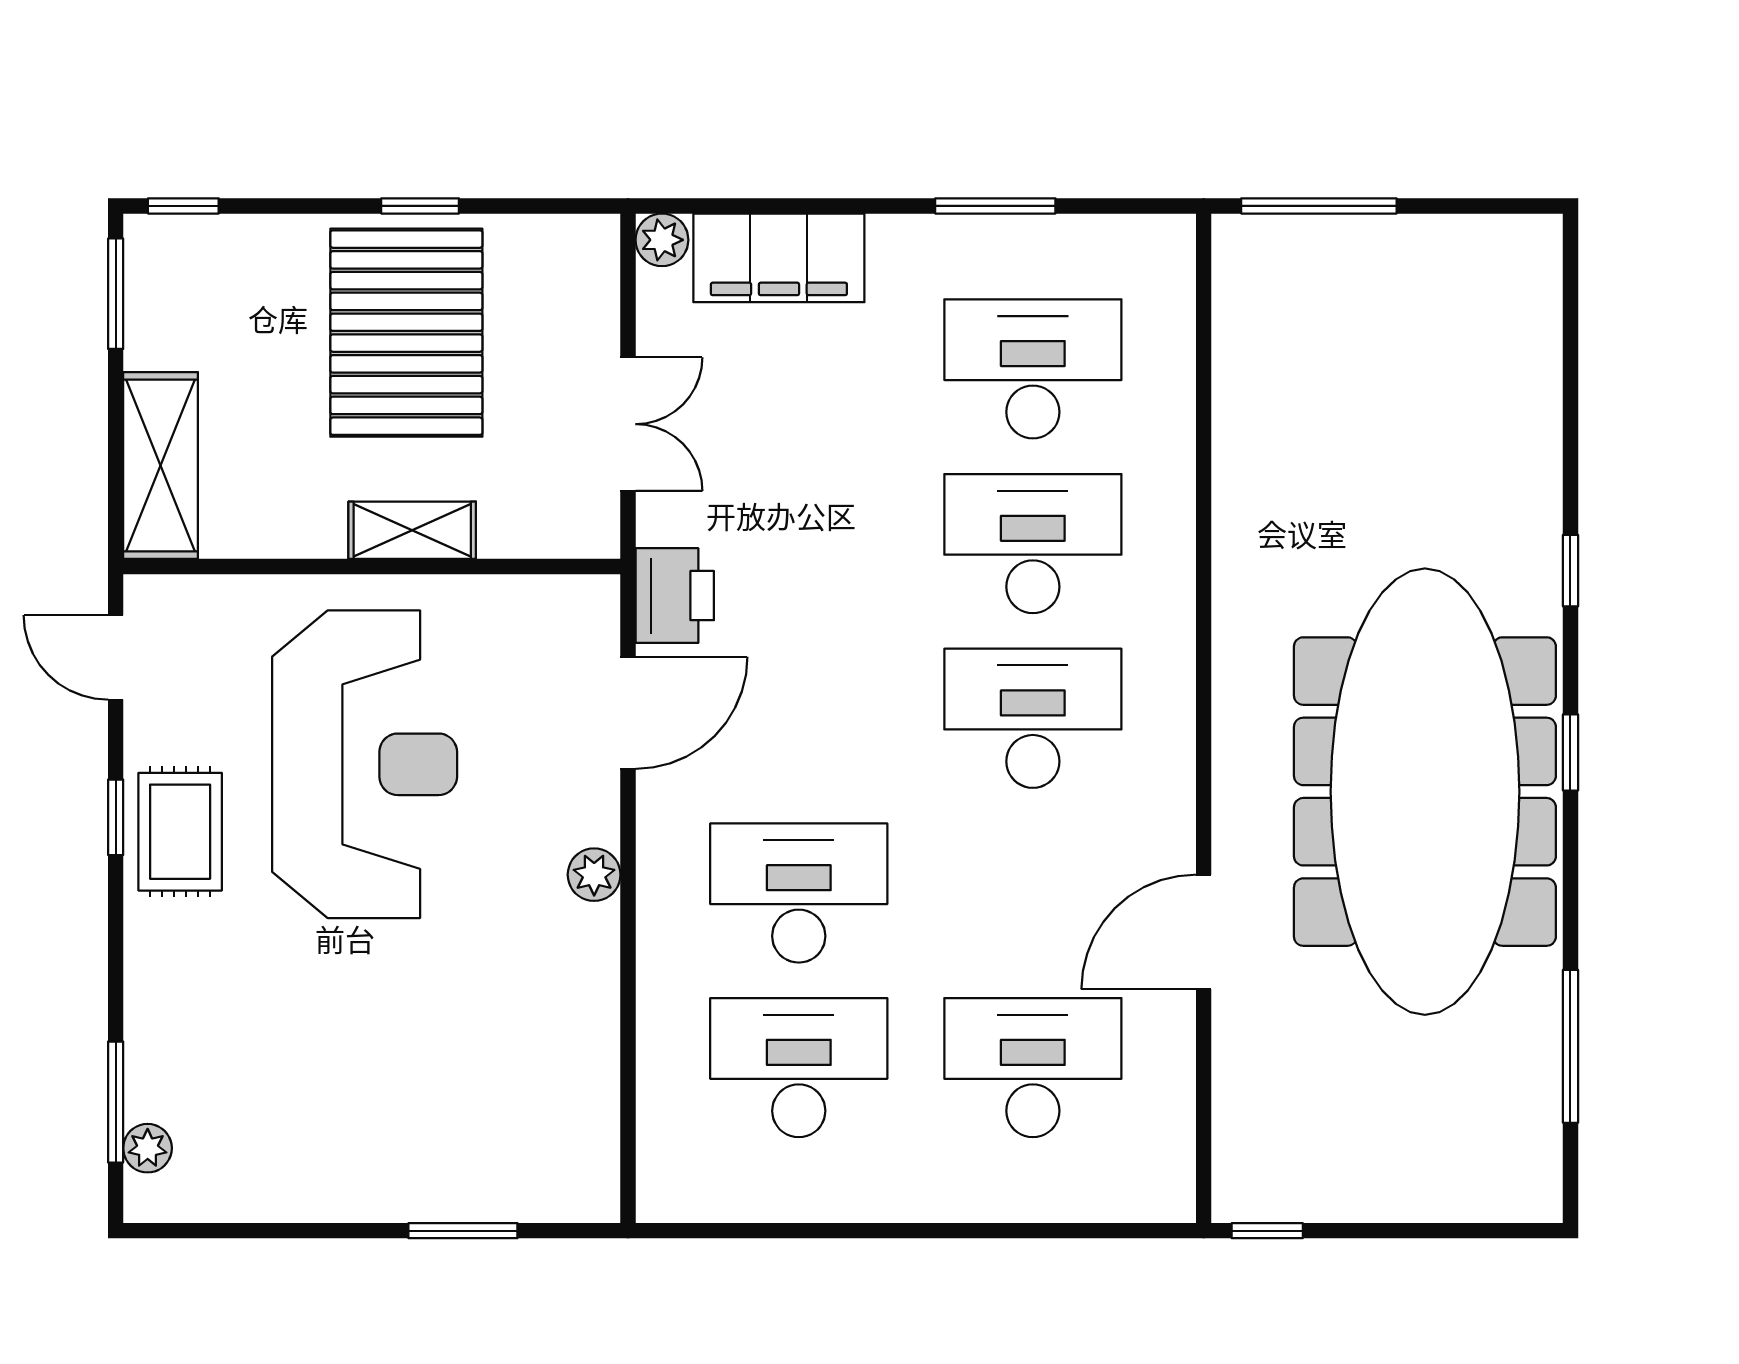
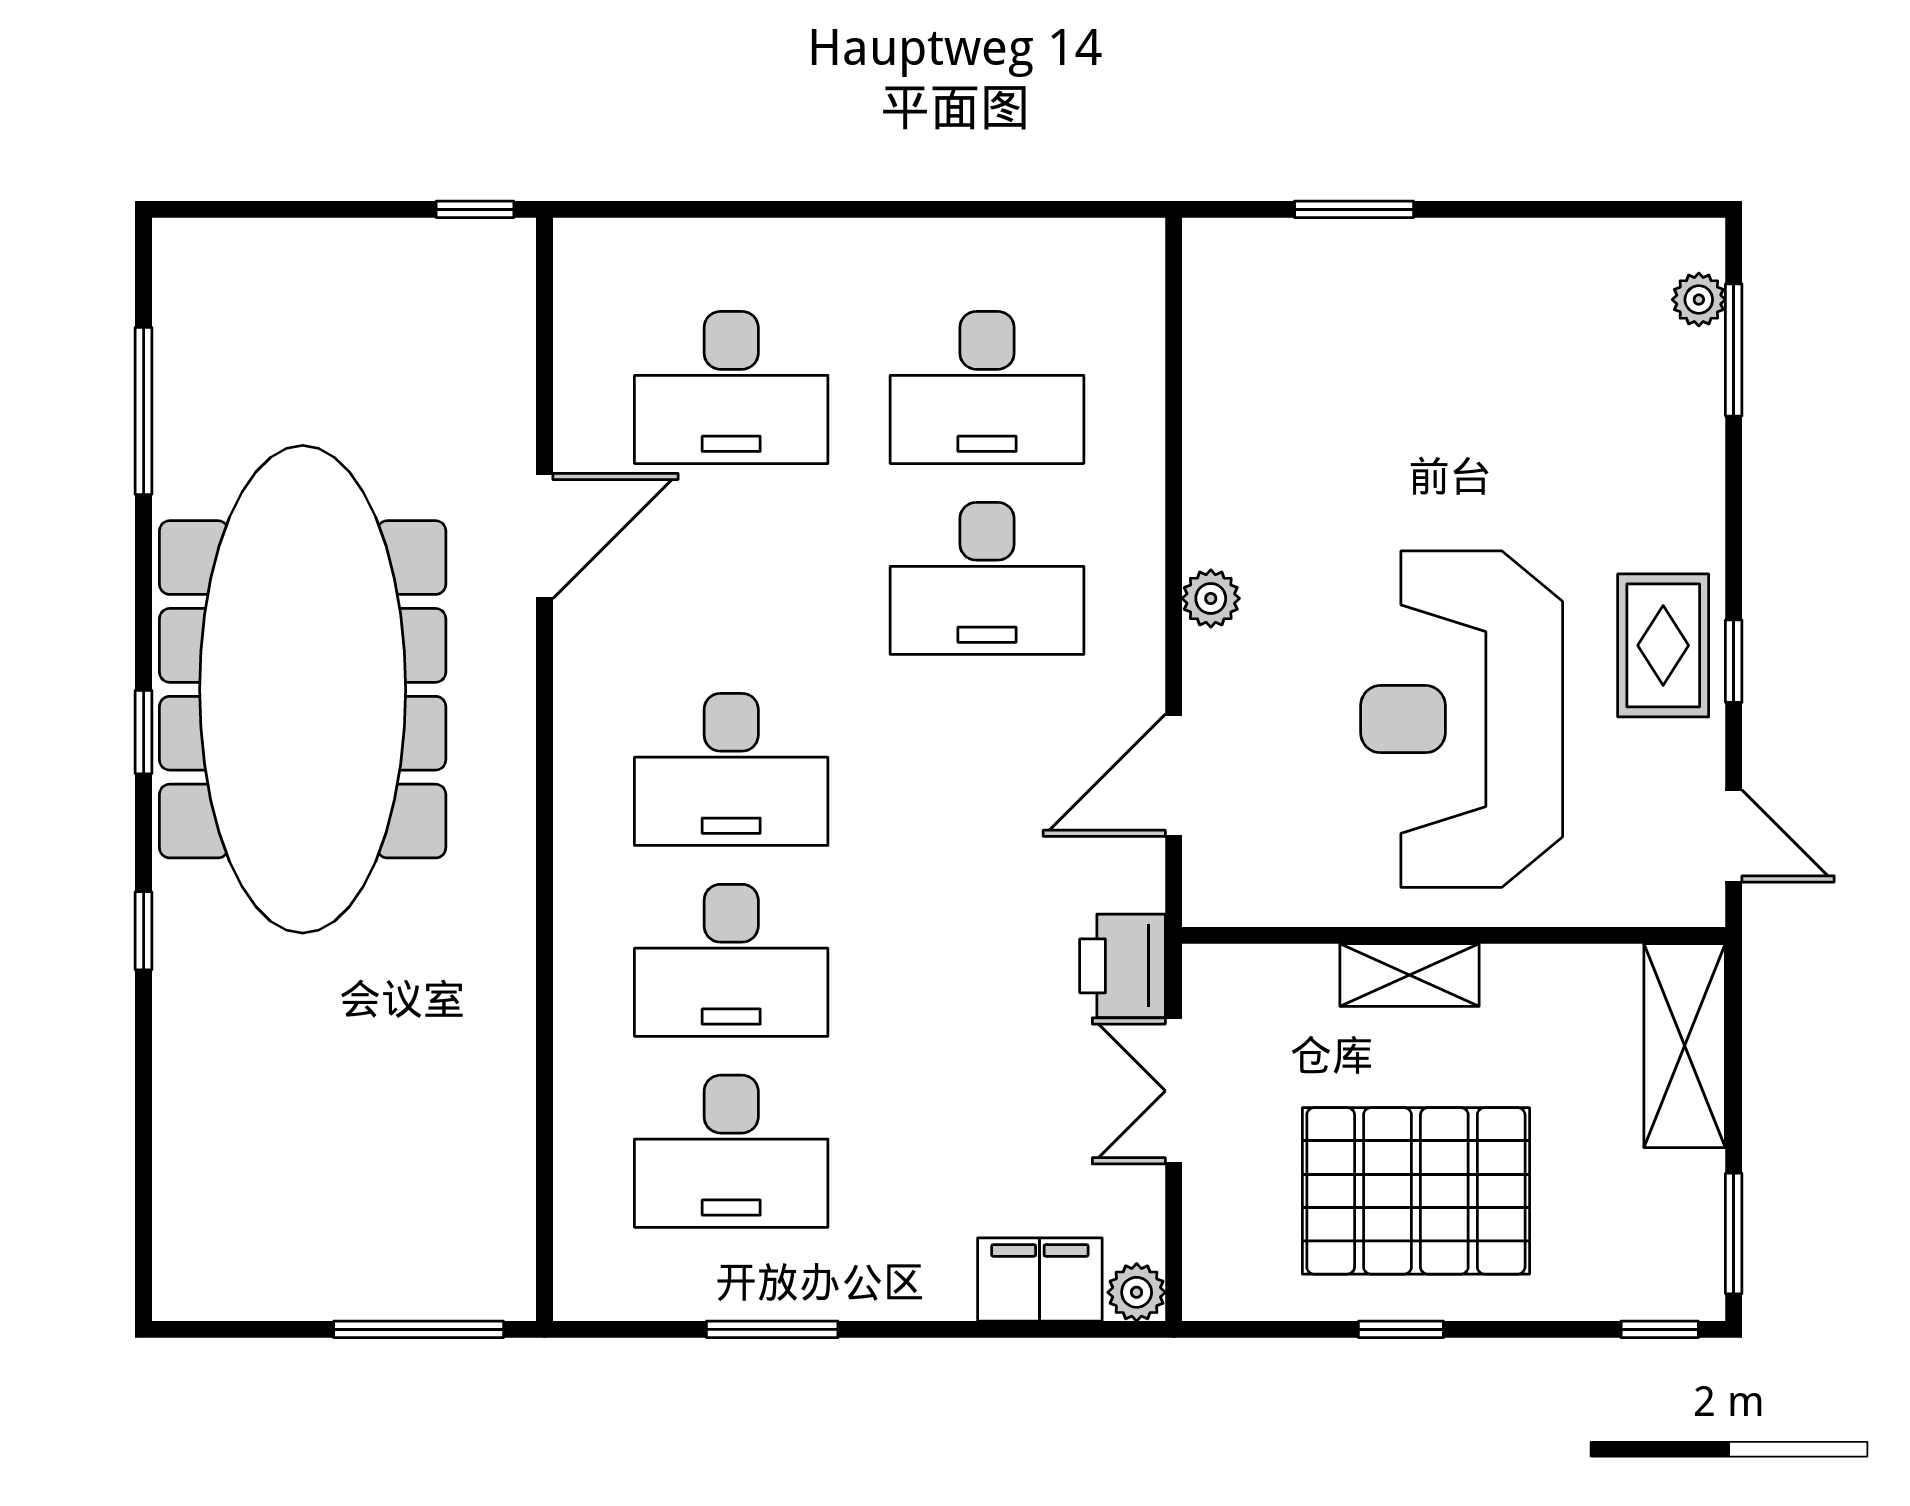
filing cabinet: (779, 258) -> (1040, 1280), width x0.67, depth x0.86
pallet: (406, 333) -> (1416, 1191), turned 90
printer: (675, 596) -> (1123, 966), moved

